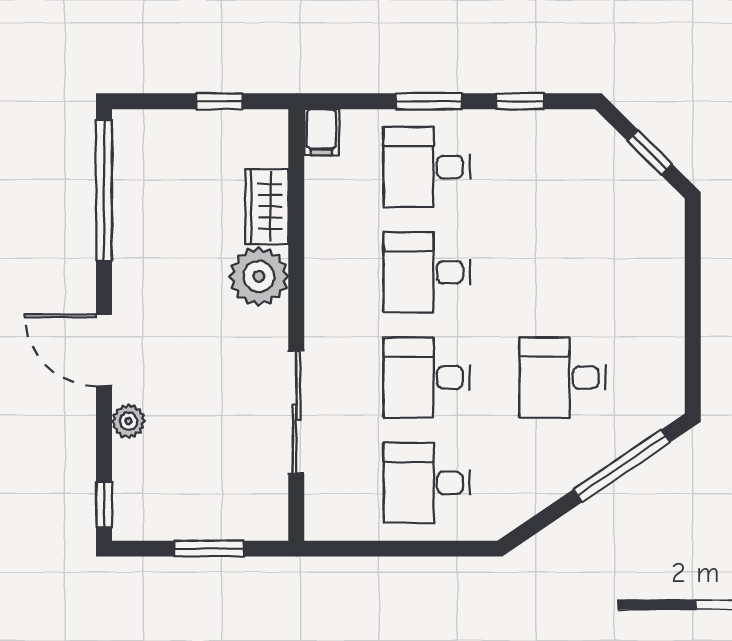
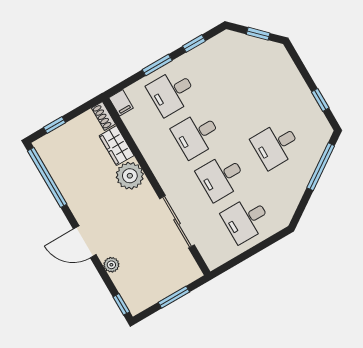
window: (219, 101) -> (55, 125), moved
shoe rack: (275, 137) -> (104, 116), added
window: (693, 342) -> (320, 100), added

